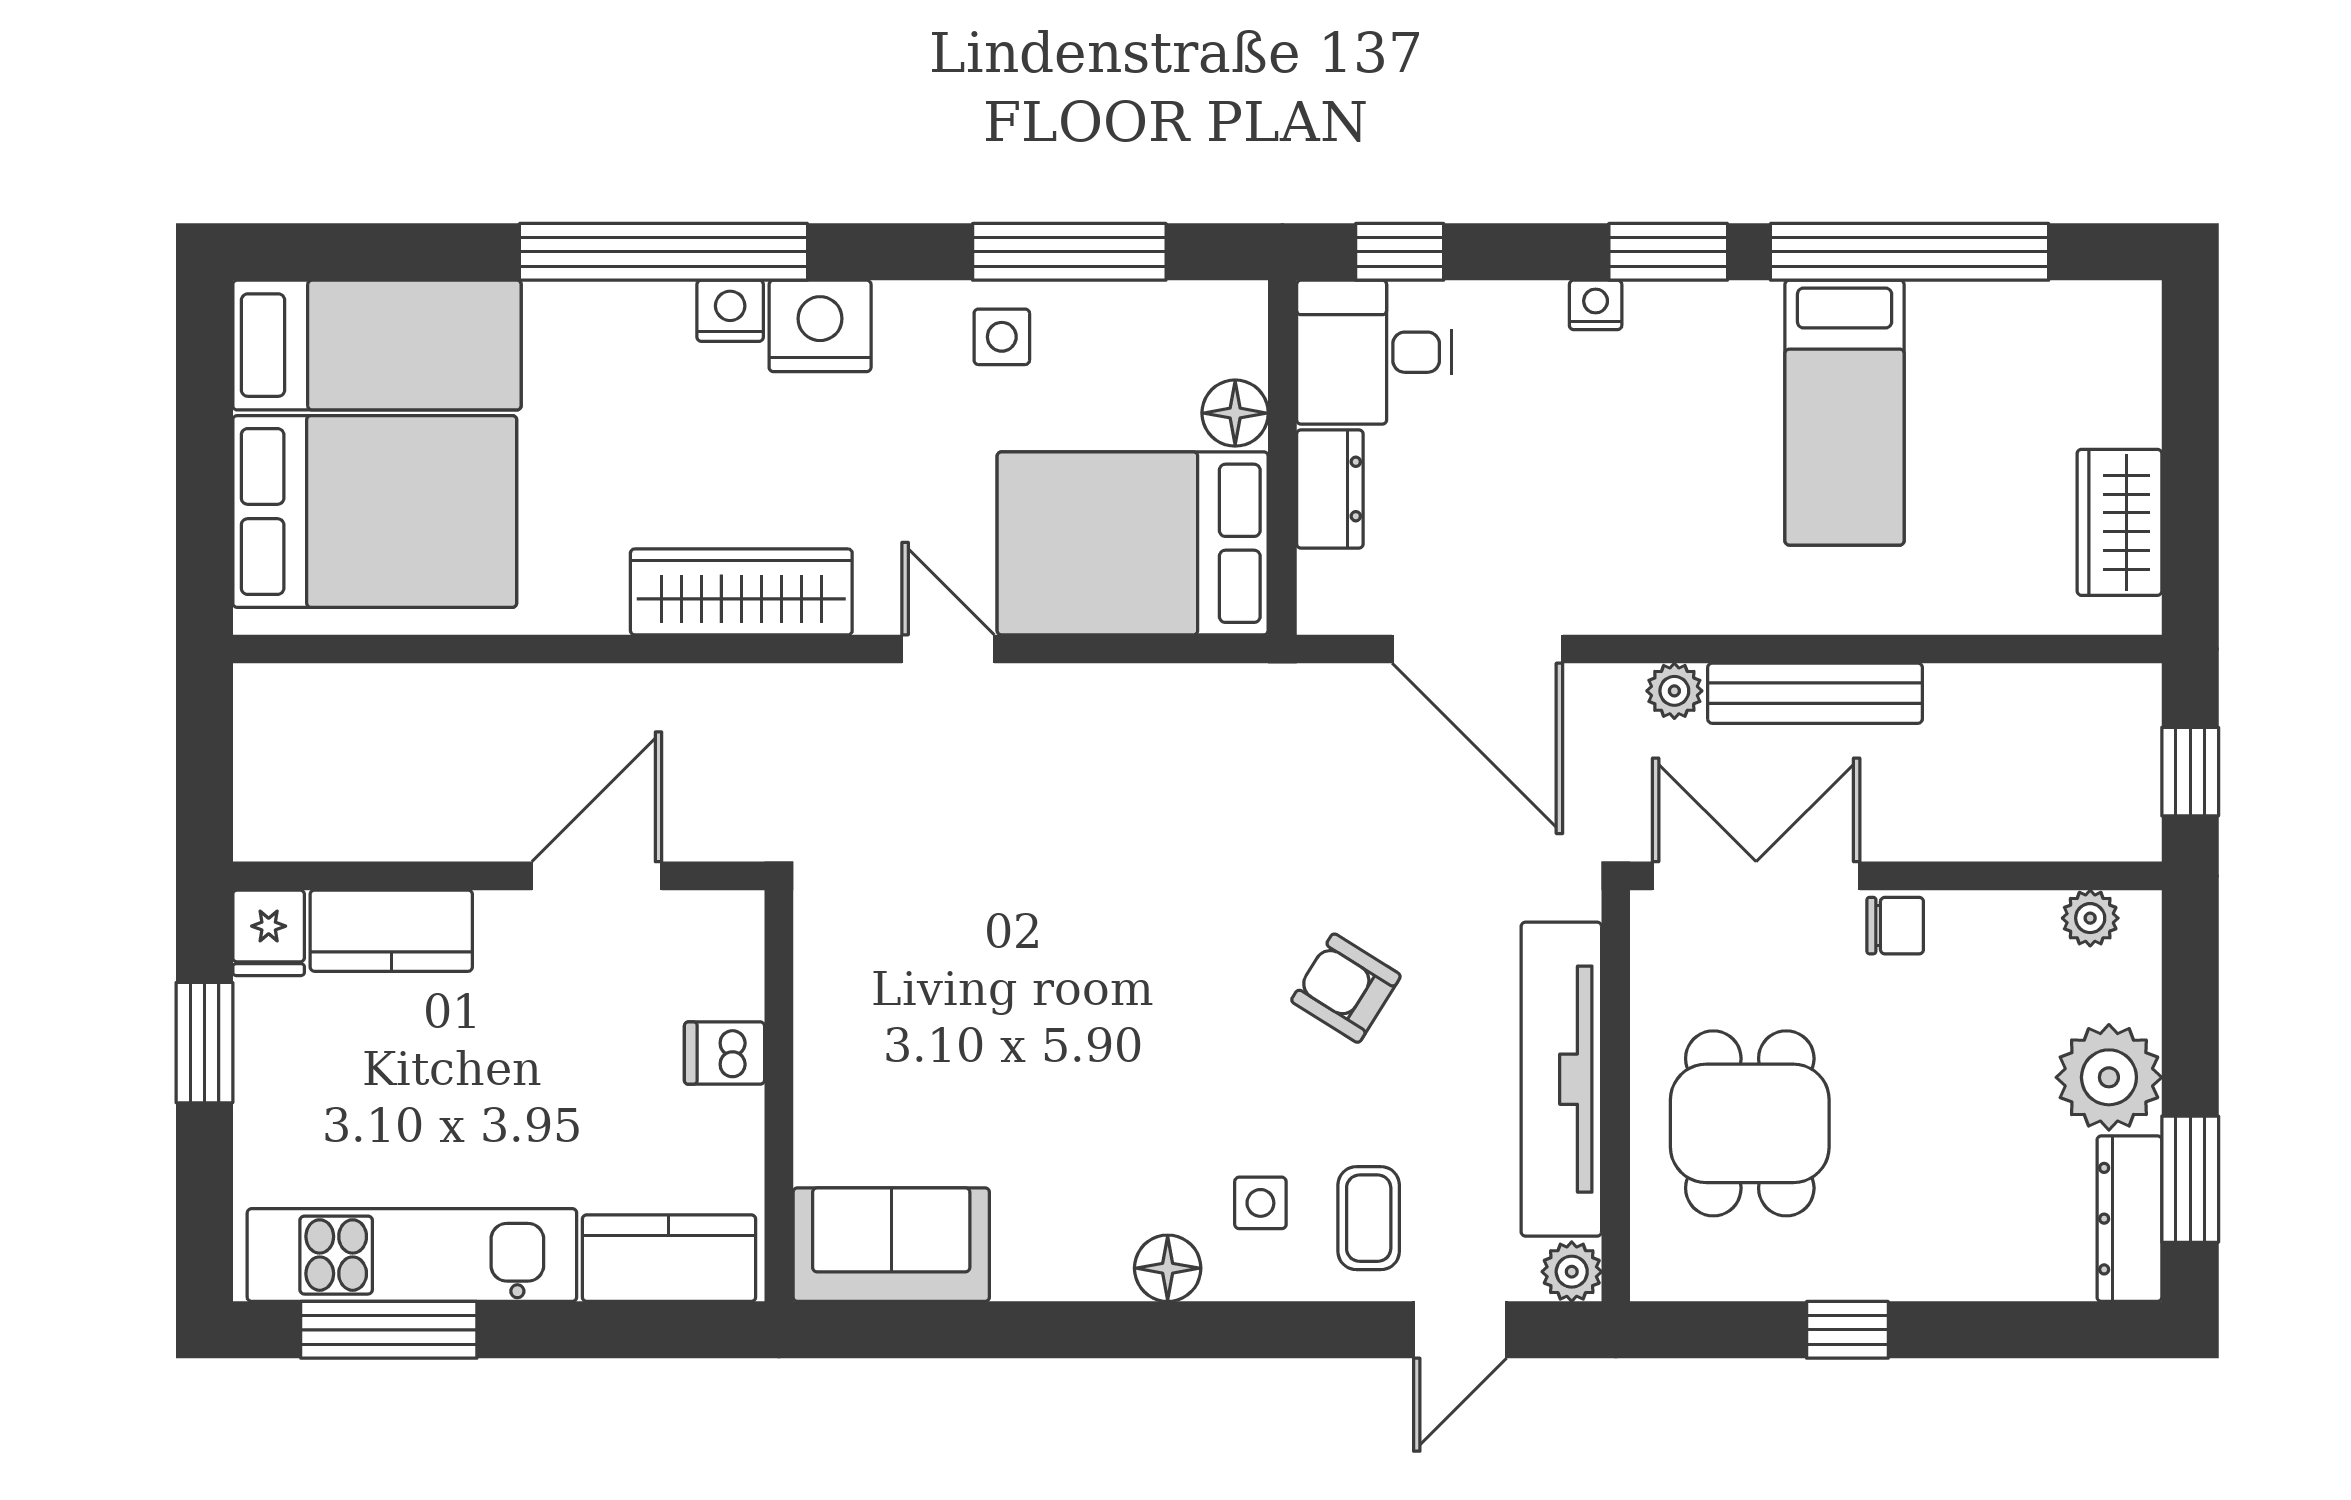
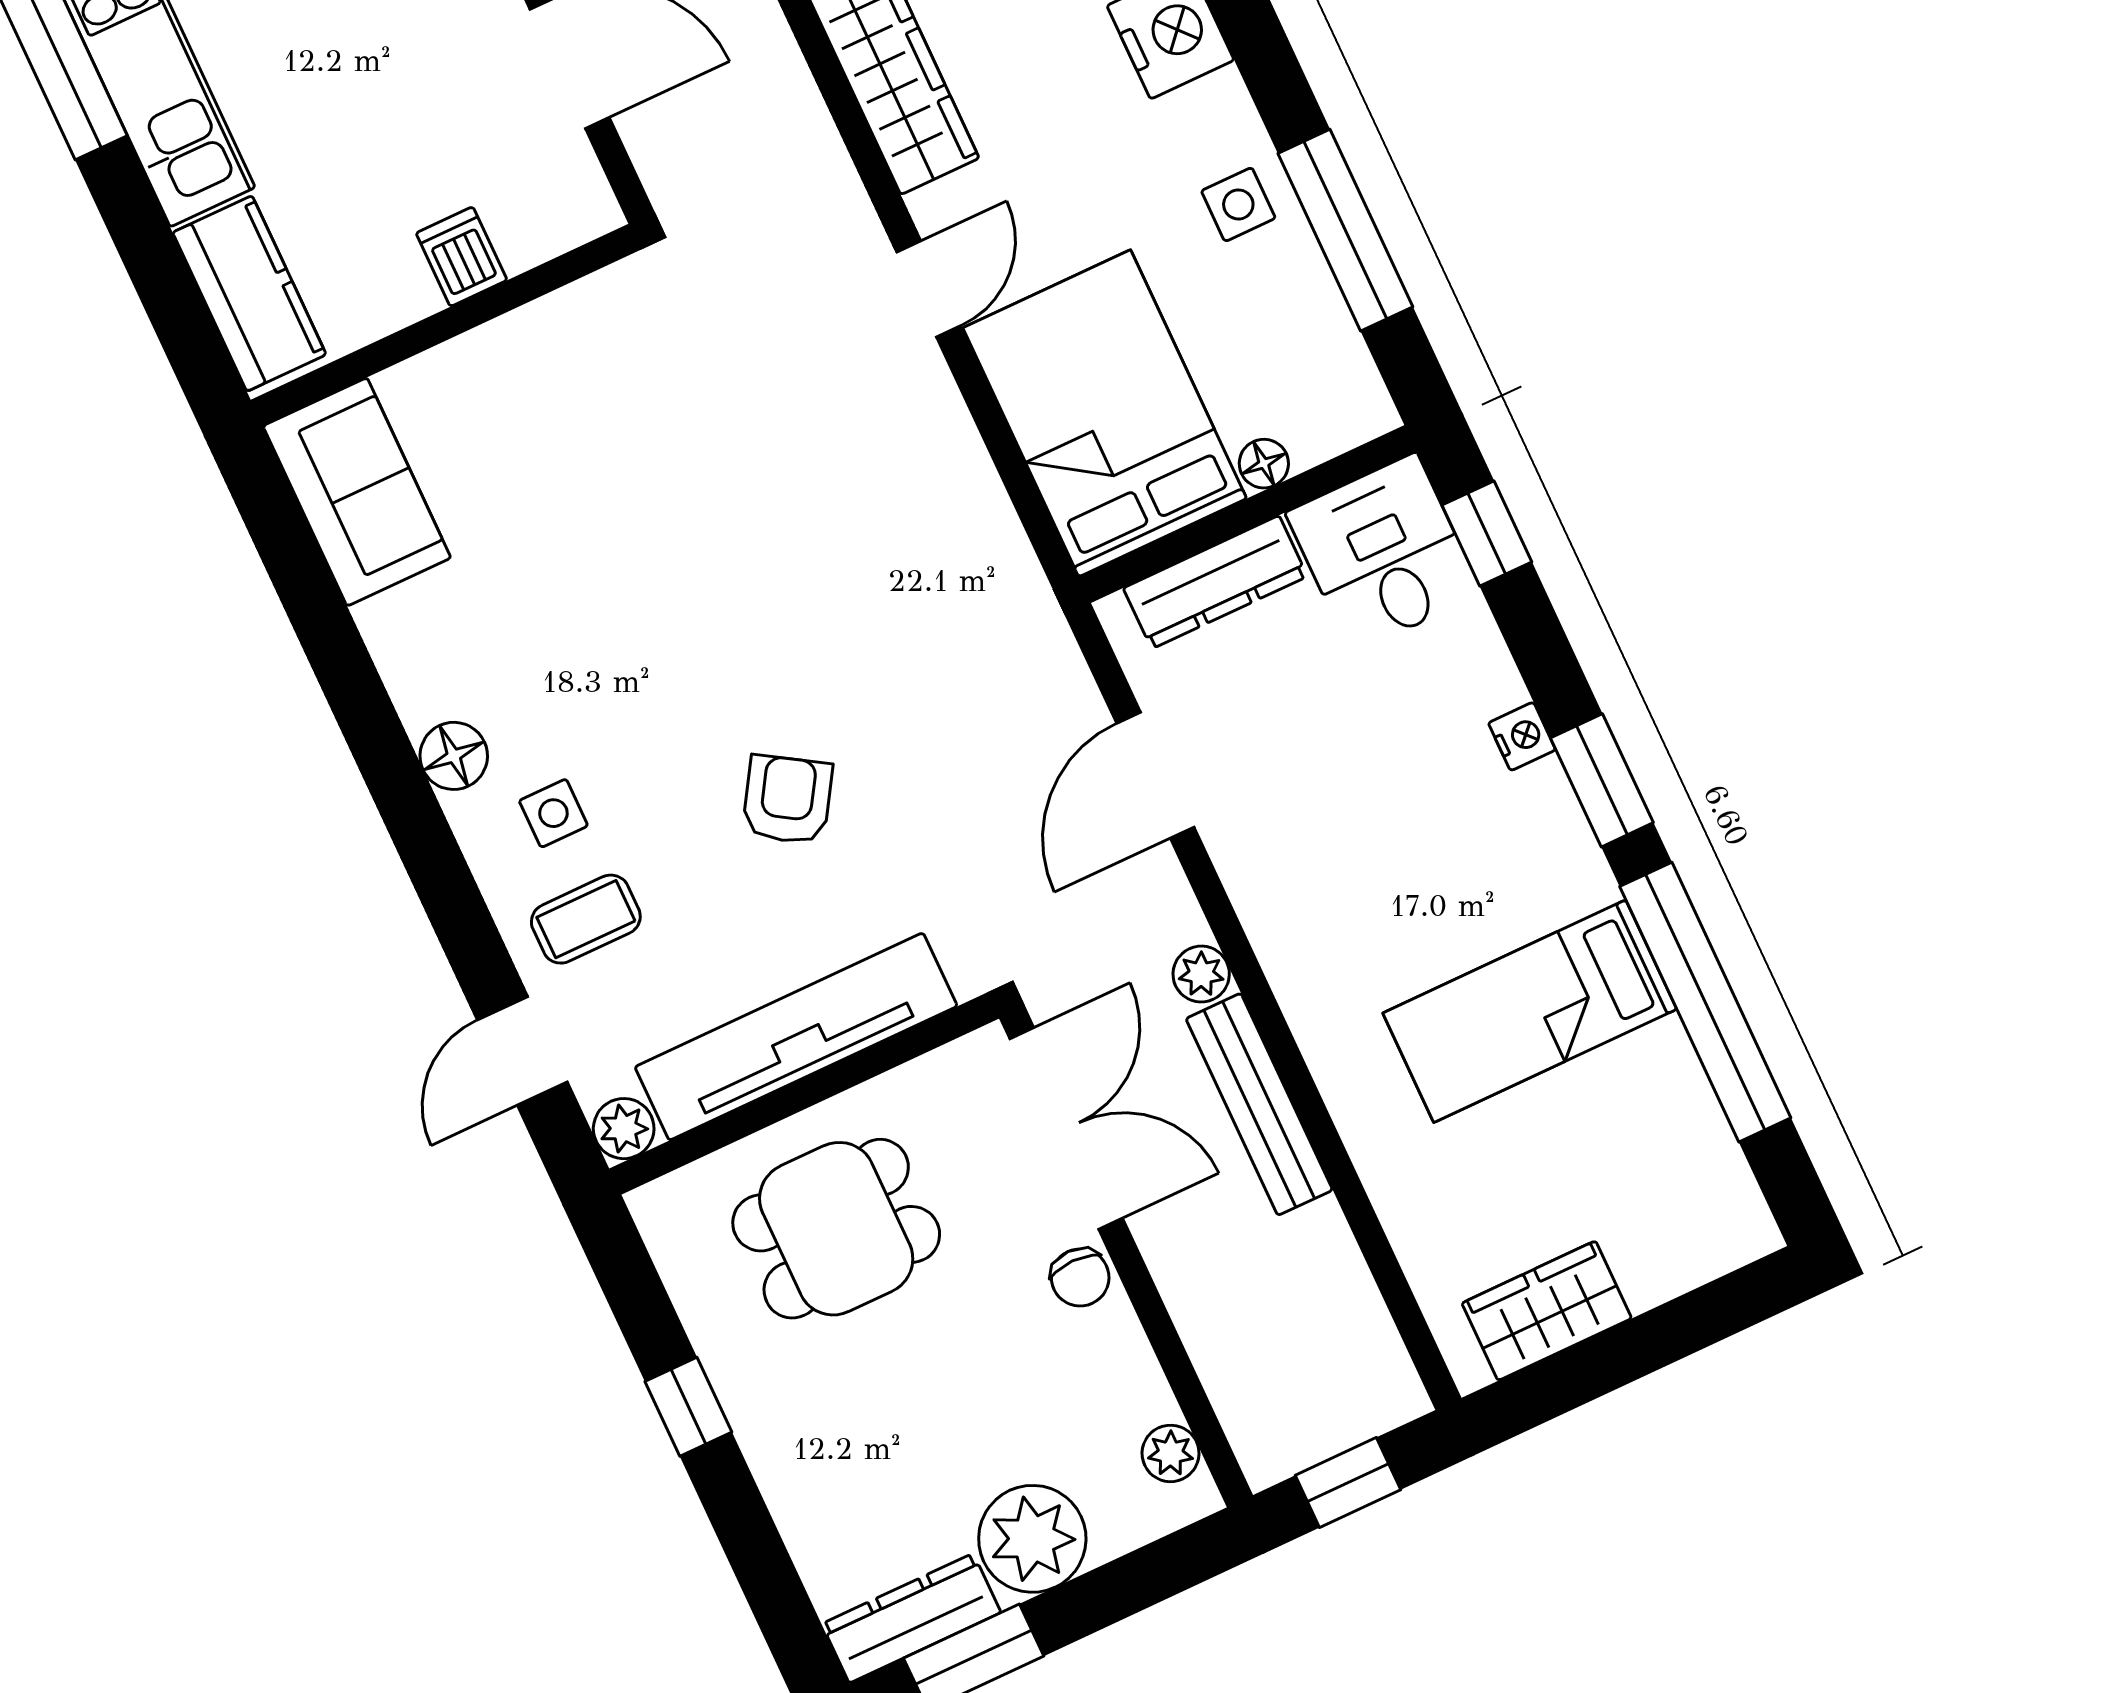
floor lamp: (1235, 413) -> (1264, 464), width x0.73, depth x0.73
dresser: (1330, 489) -> (1215, 582), width x1.44
door: (1477, 649) -> (1155, 775), width x0.73
door: (1460, 1330) -> (522, 1051), hinge flipped

